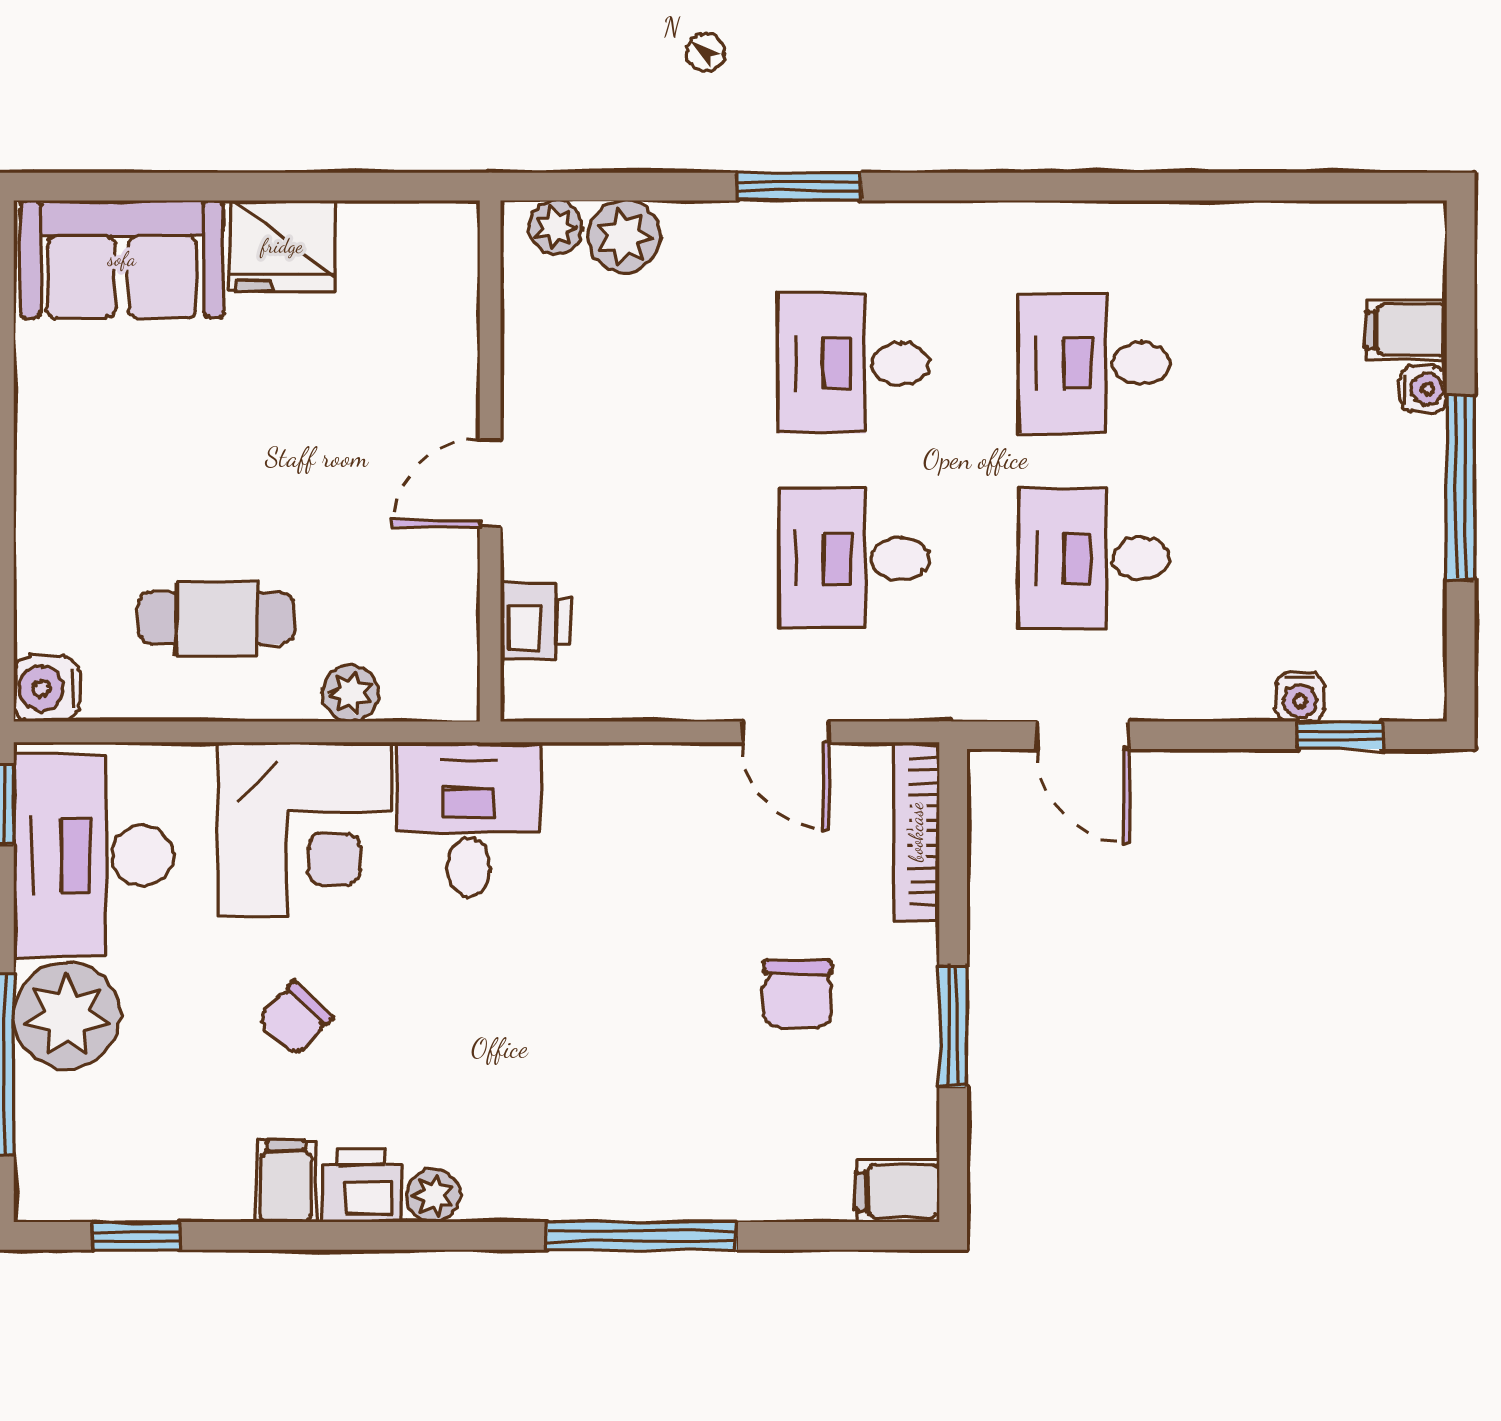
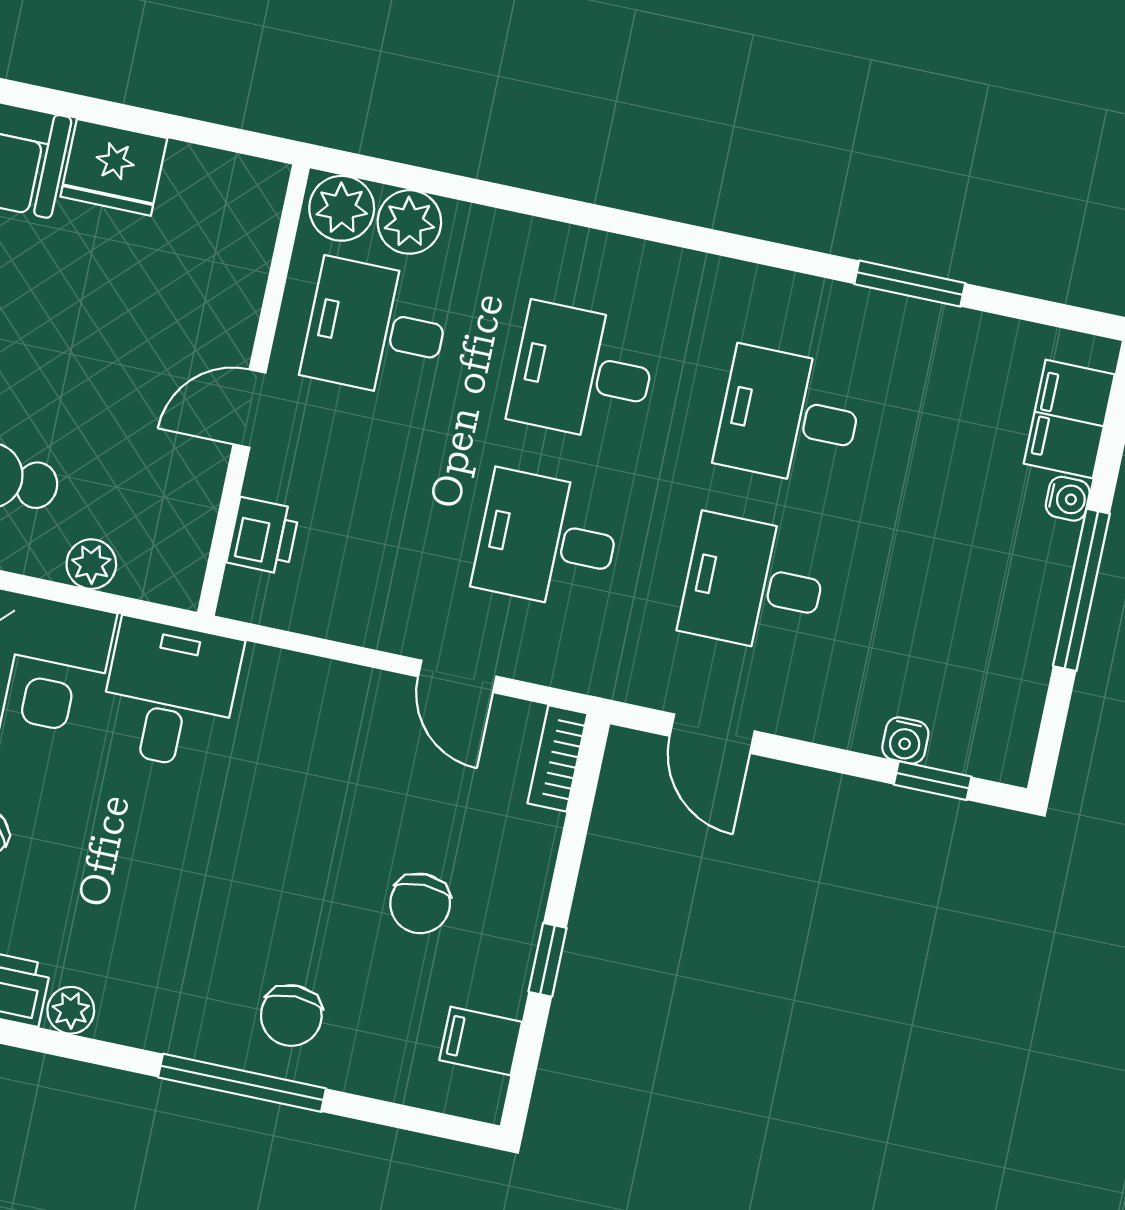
window: (799, 187) -> (910, 284), moved
plant: (556, 227) -> (342, 208), width x1.38, depth x1.38
filing cabinet: (1406, 330) -> (1069, 419), width x2.00
desk: (613, 363) -> (376, 329), added
bookcase: (916, 832) -> (558, 758), width x0.64
window: (953, 1026) -> (548, 960), width x0.67
chair: (681, 1149) -> (291, 1015), added
filing cabinet: (898, 1191) -> (481, 1041), moved

